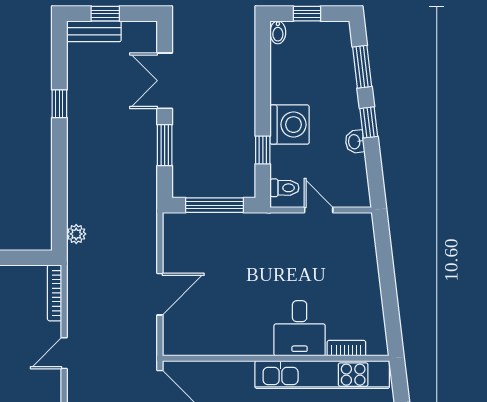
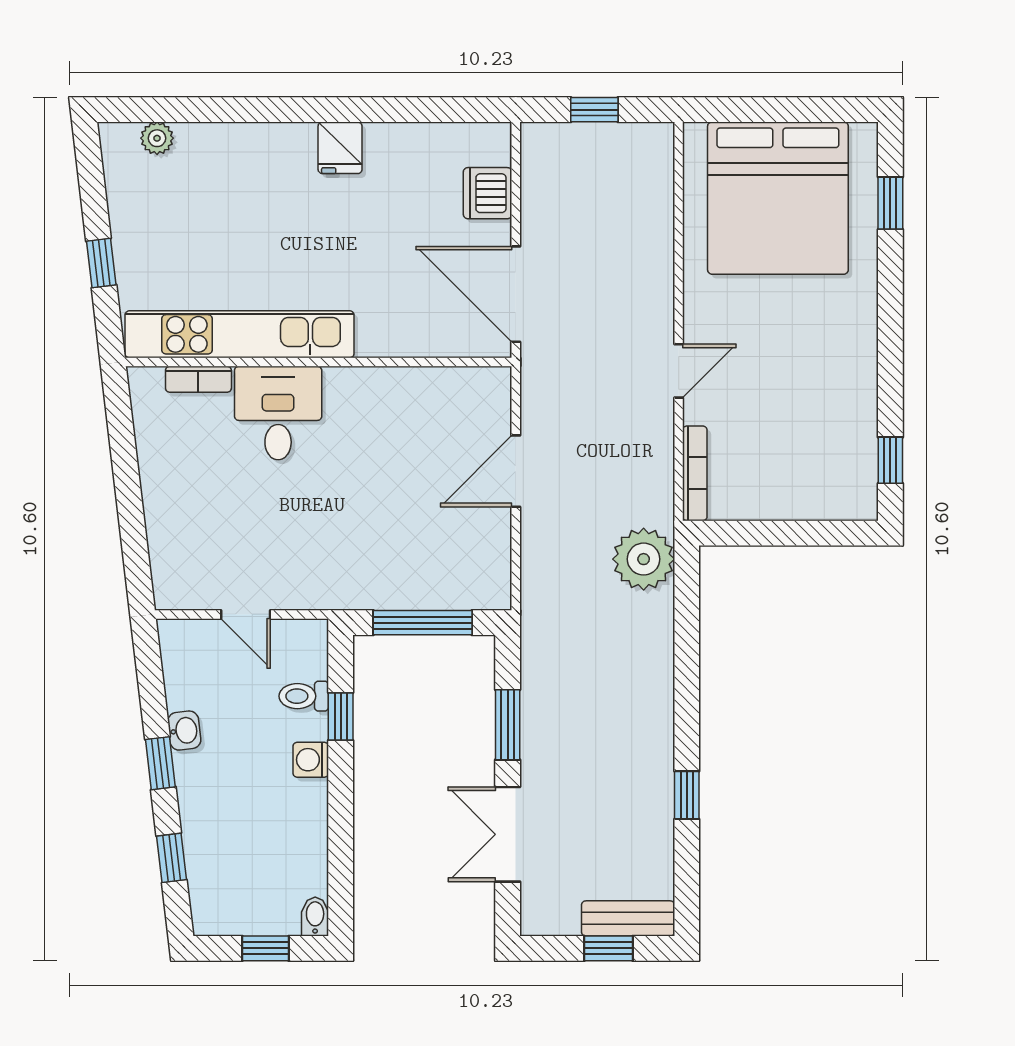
window: (362, 67) -> (172, 858), width x0.67
double door: (165, 81) -> (508, 834), swing flipped
washing machine: (290, 125) -> (311, 760), width x0.53, depth x0.53
toilet: (284, 188) -> (304, 696), moved
plant: (76, 234) -> (644, 559), width x1.87, depth x1.87

